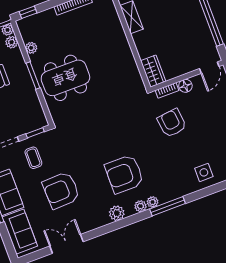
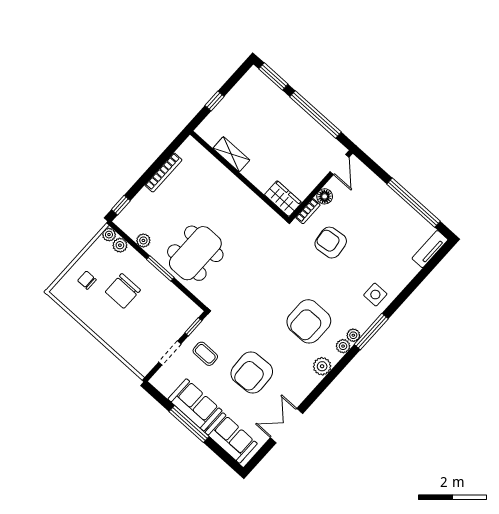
side table: (204, 172) -> (375, 295), moved

